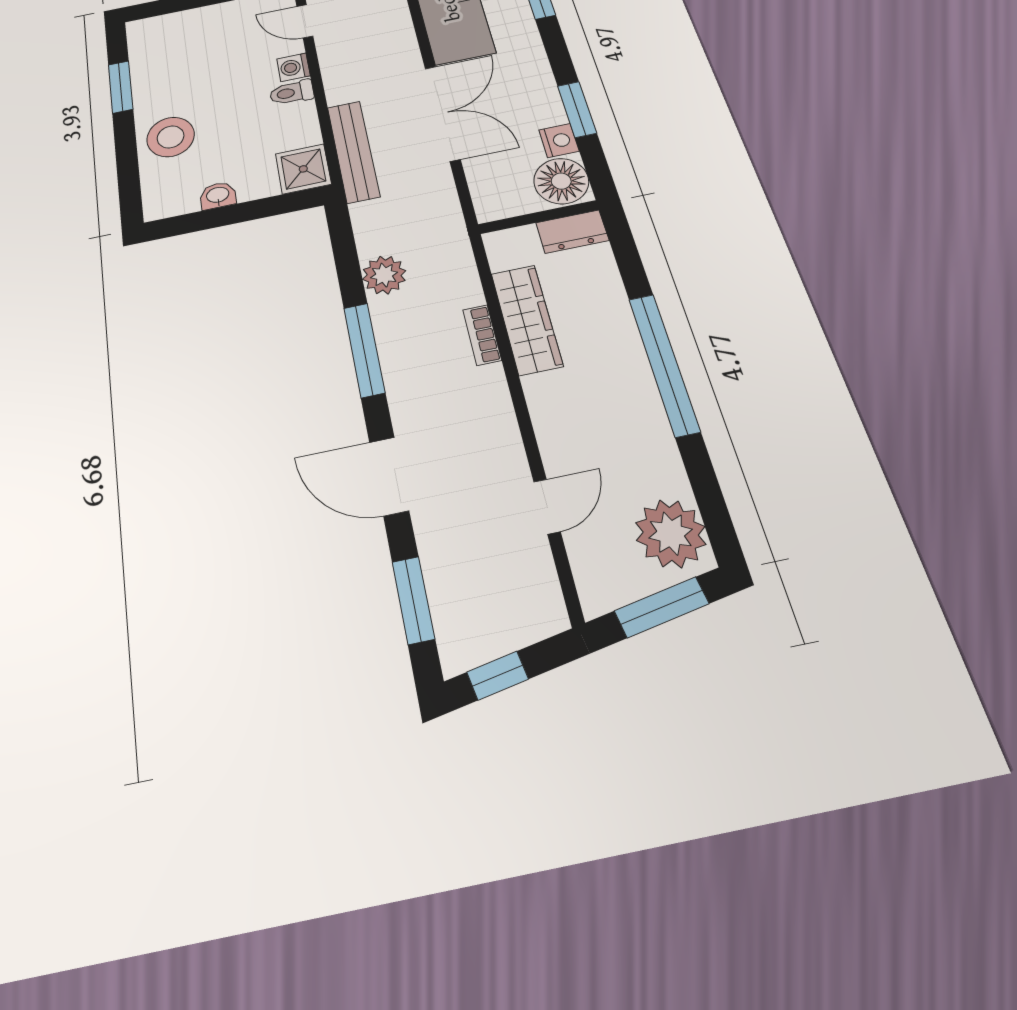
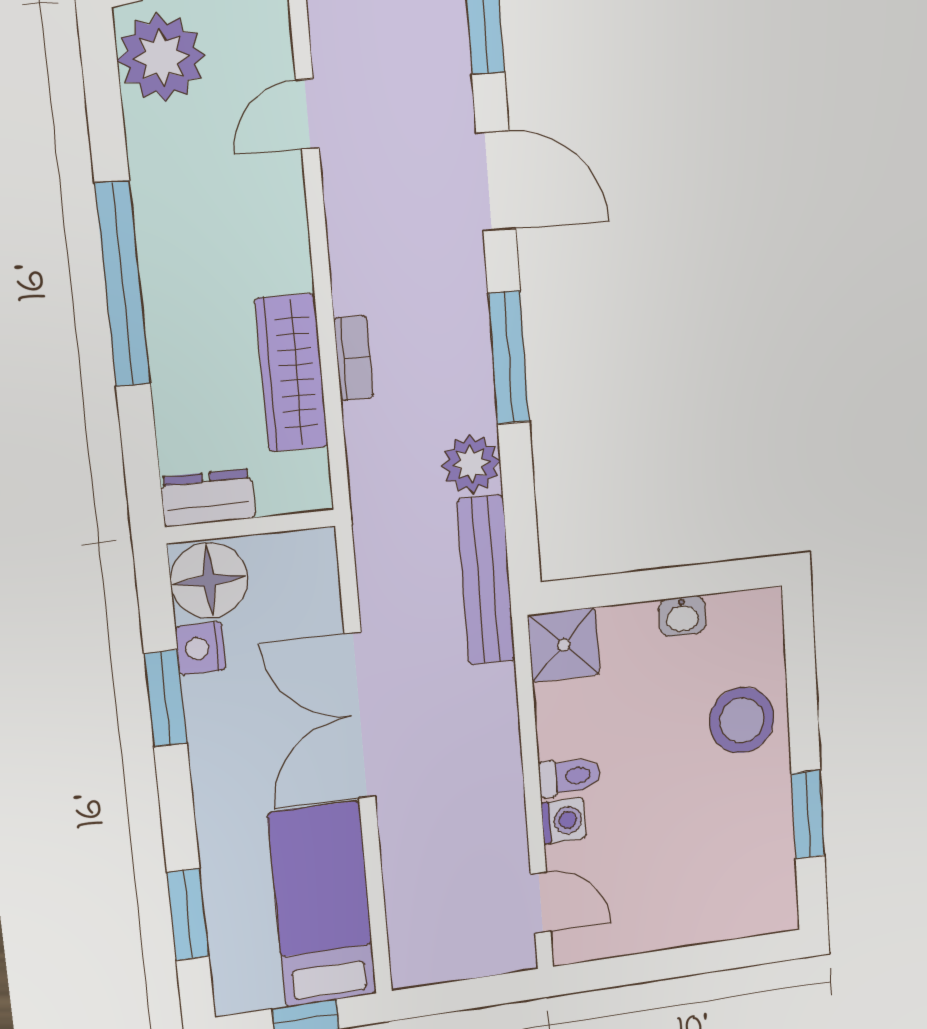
bench: (353, 151) -> (486, 580), moved

